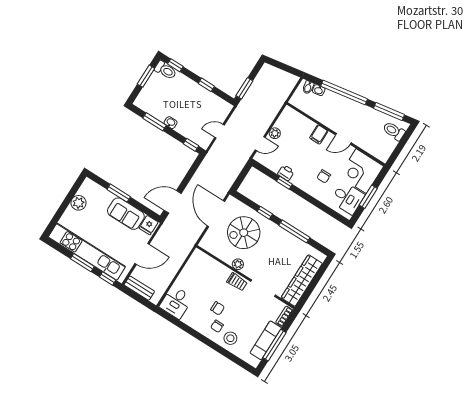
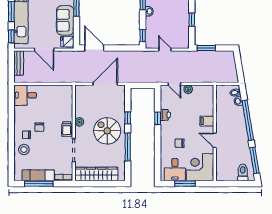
spiral stairs: (244, 233) -> (107, 131), moved

